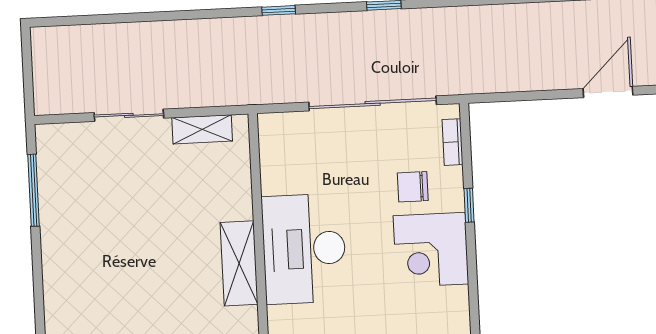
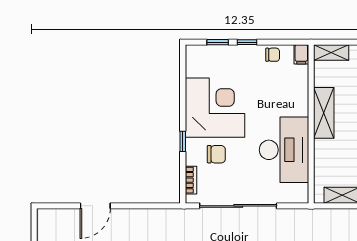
desk: (304, 249) -> (284, 150), moved
corner desk: (431, 250) -> (215, 108), width x1.36, depth x1.36

